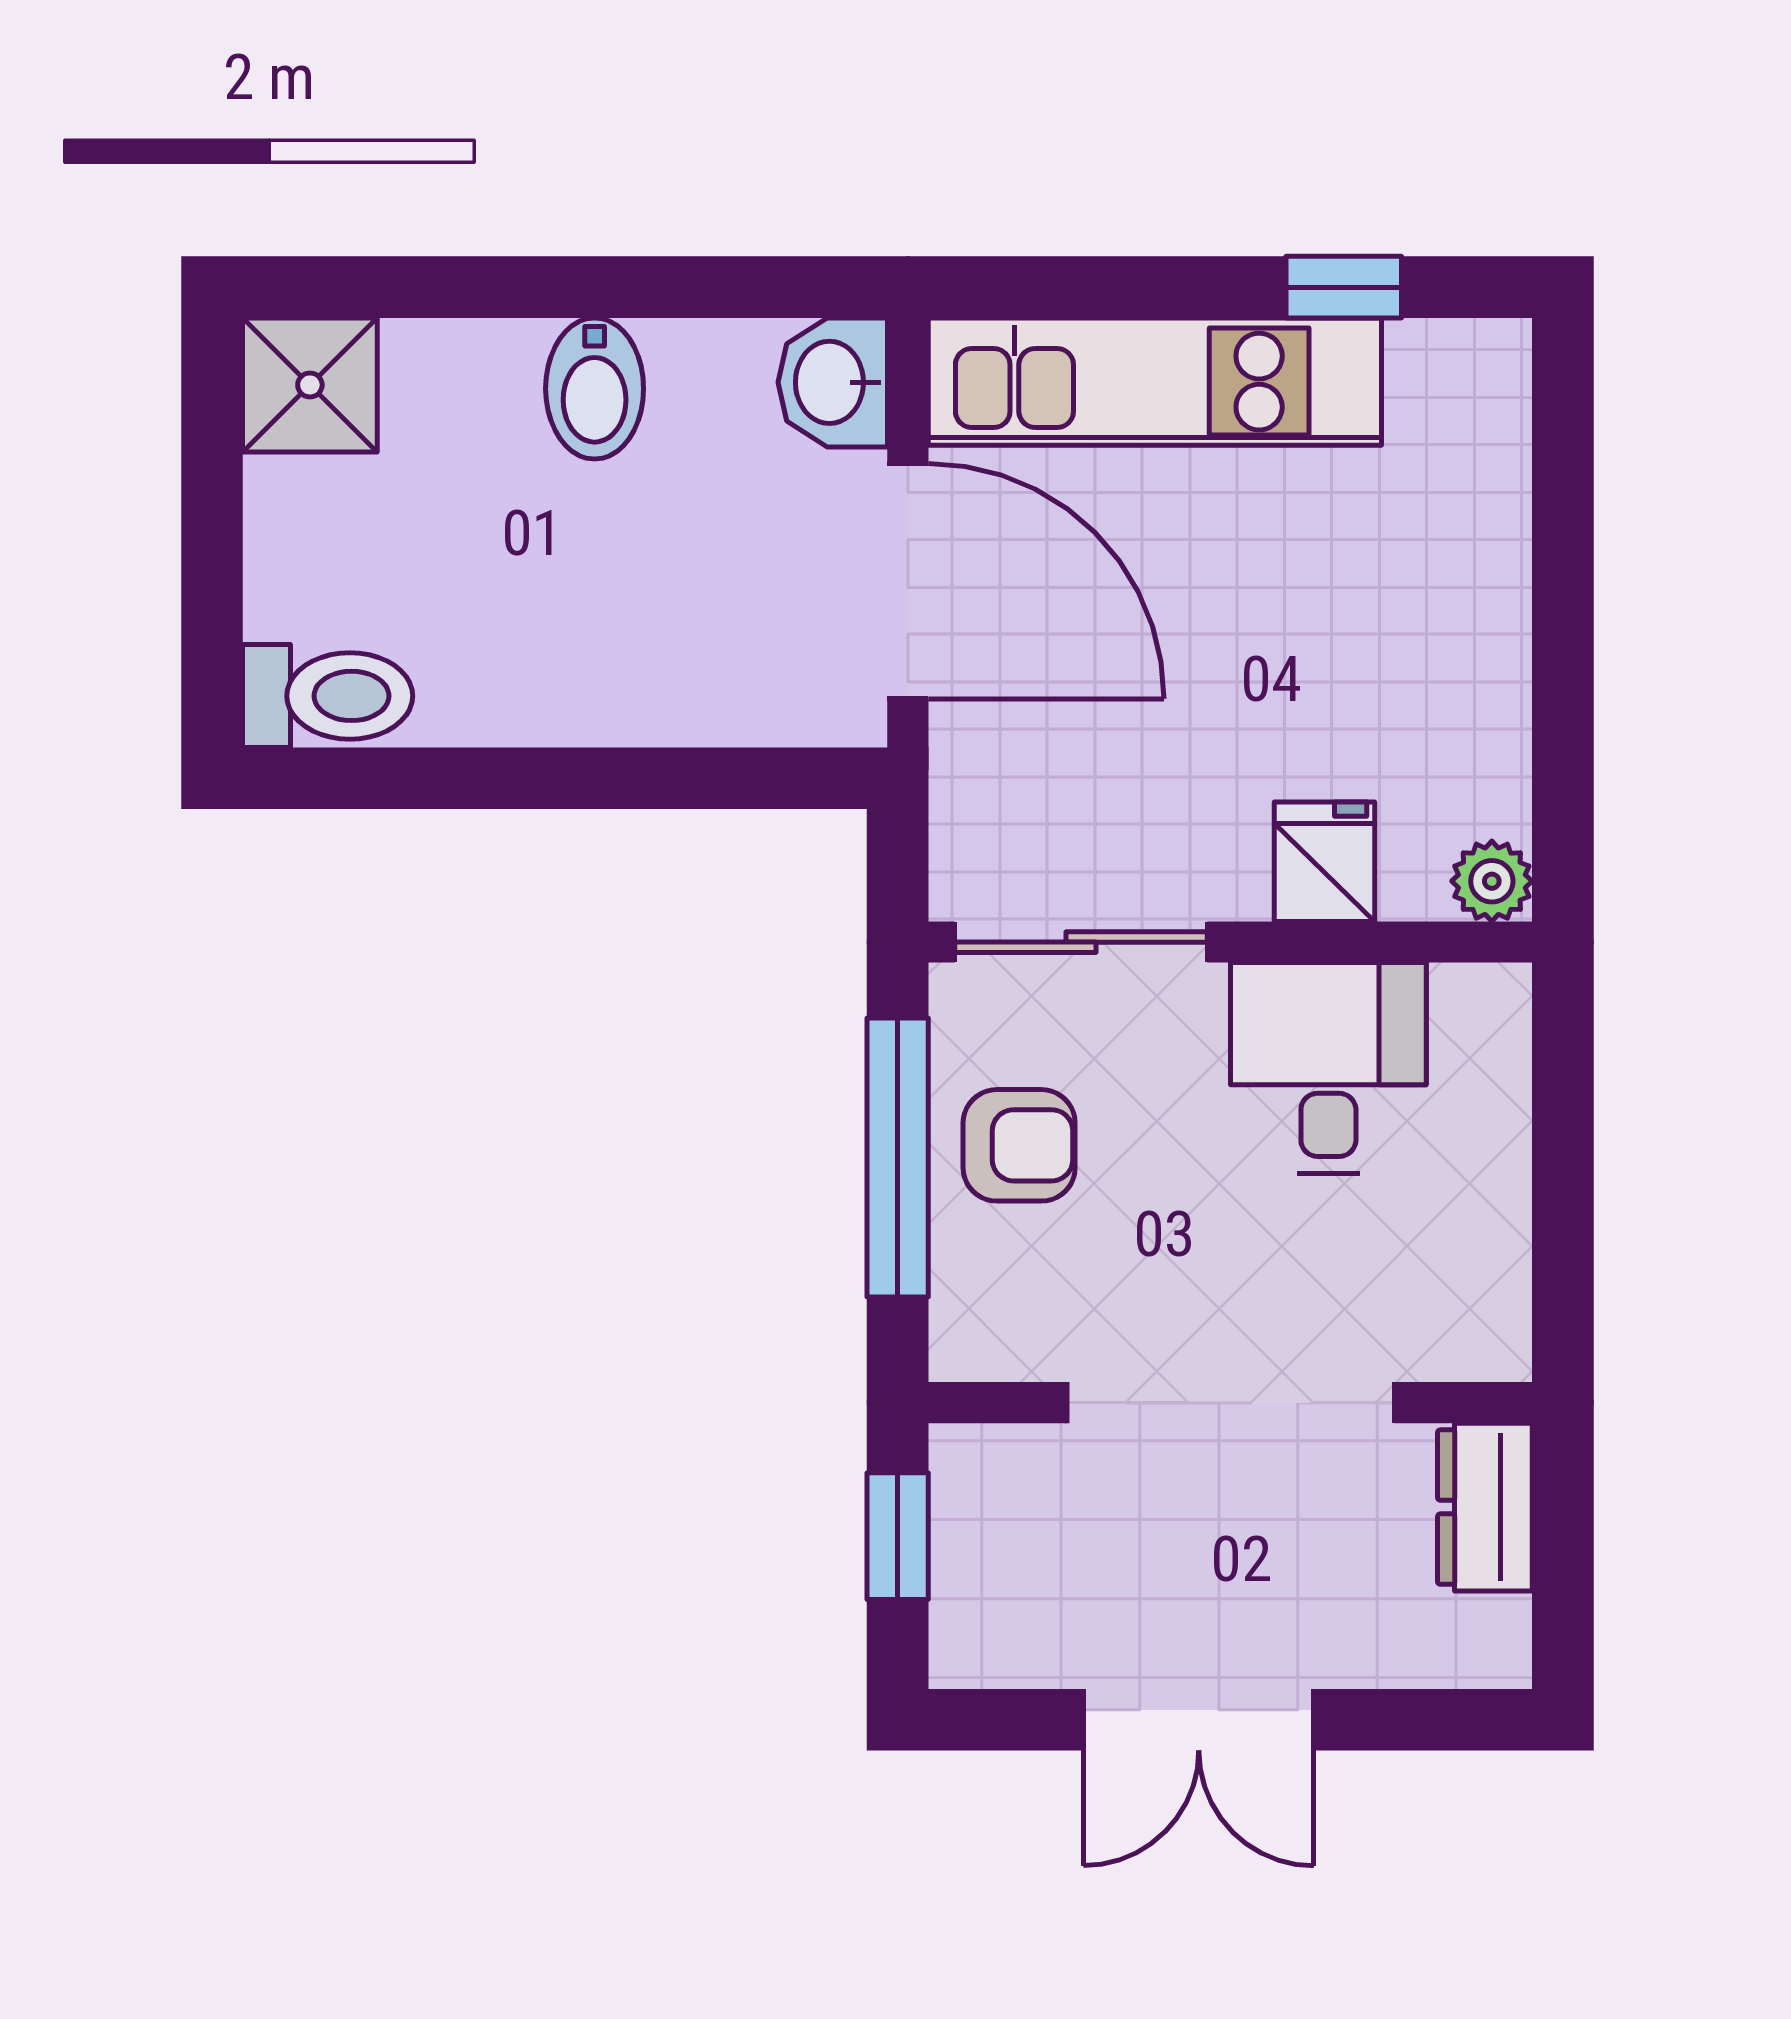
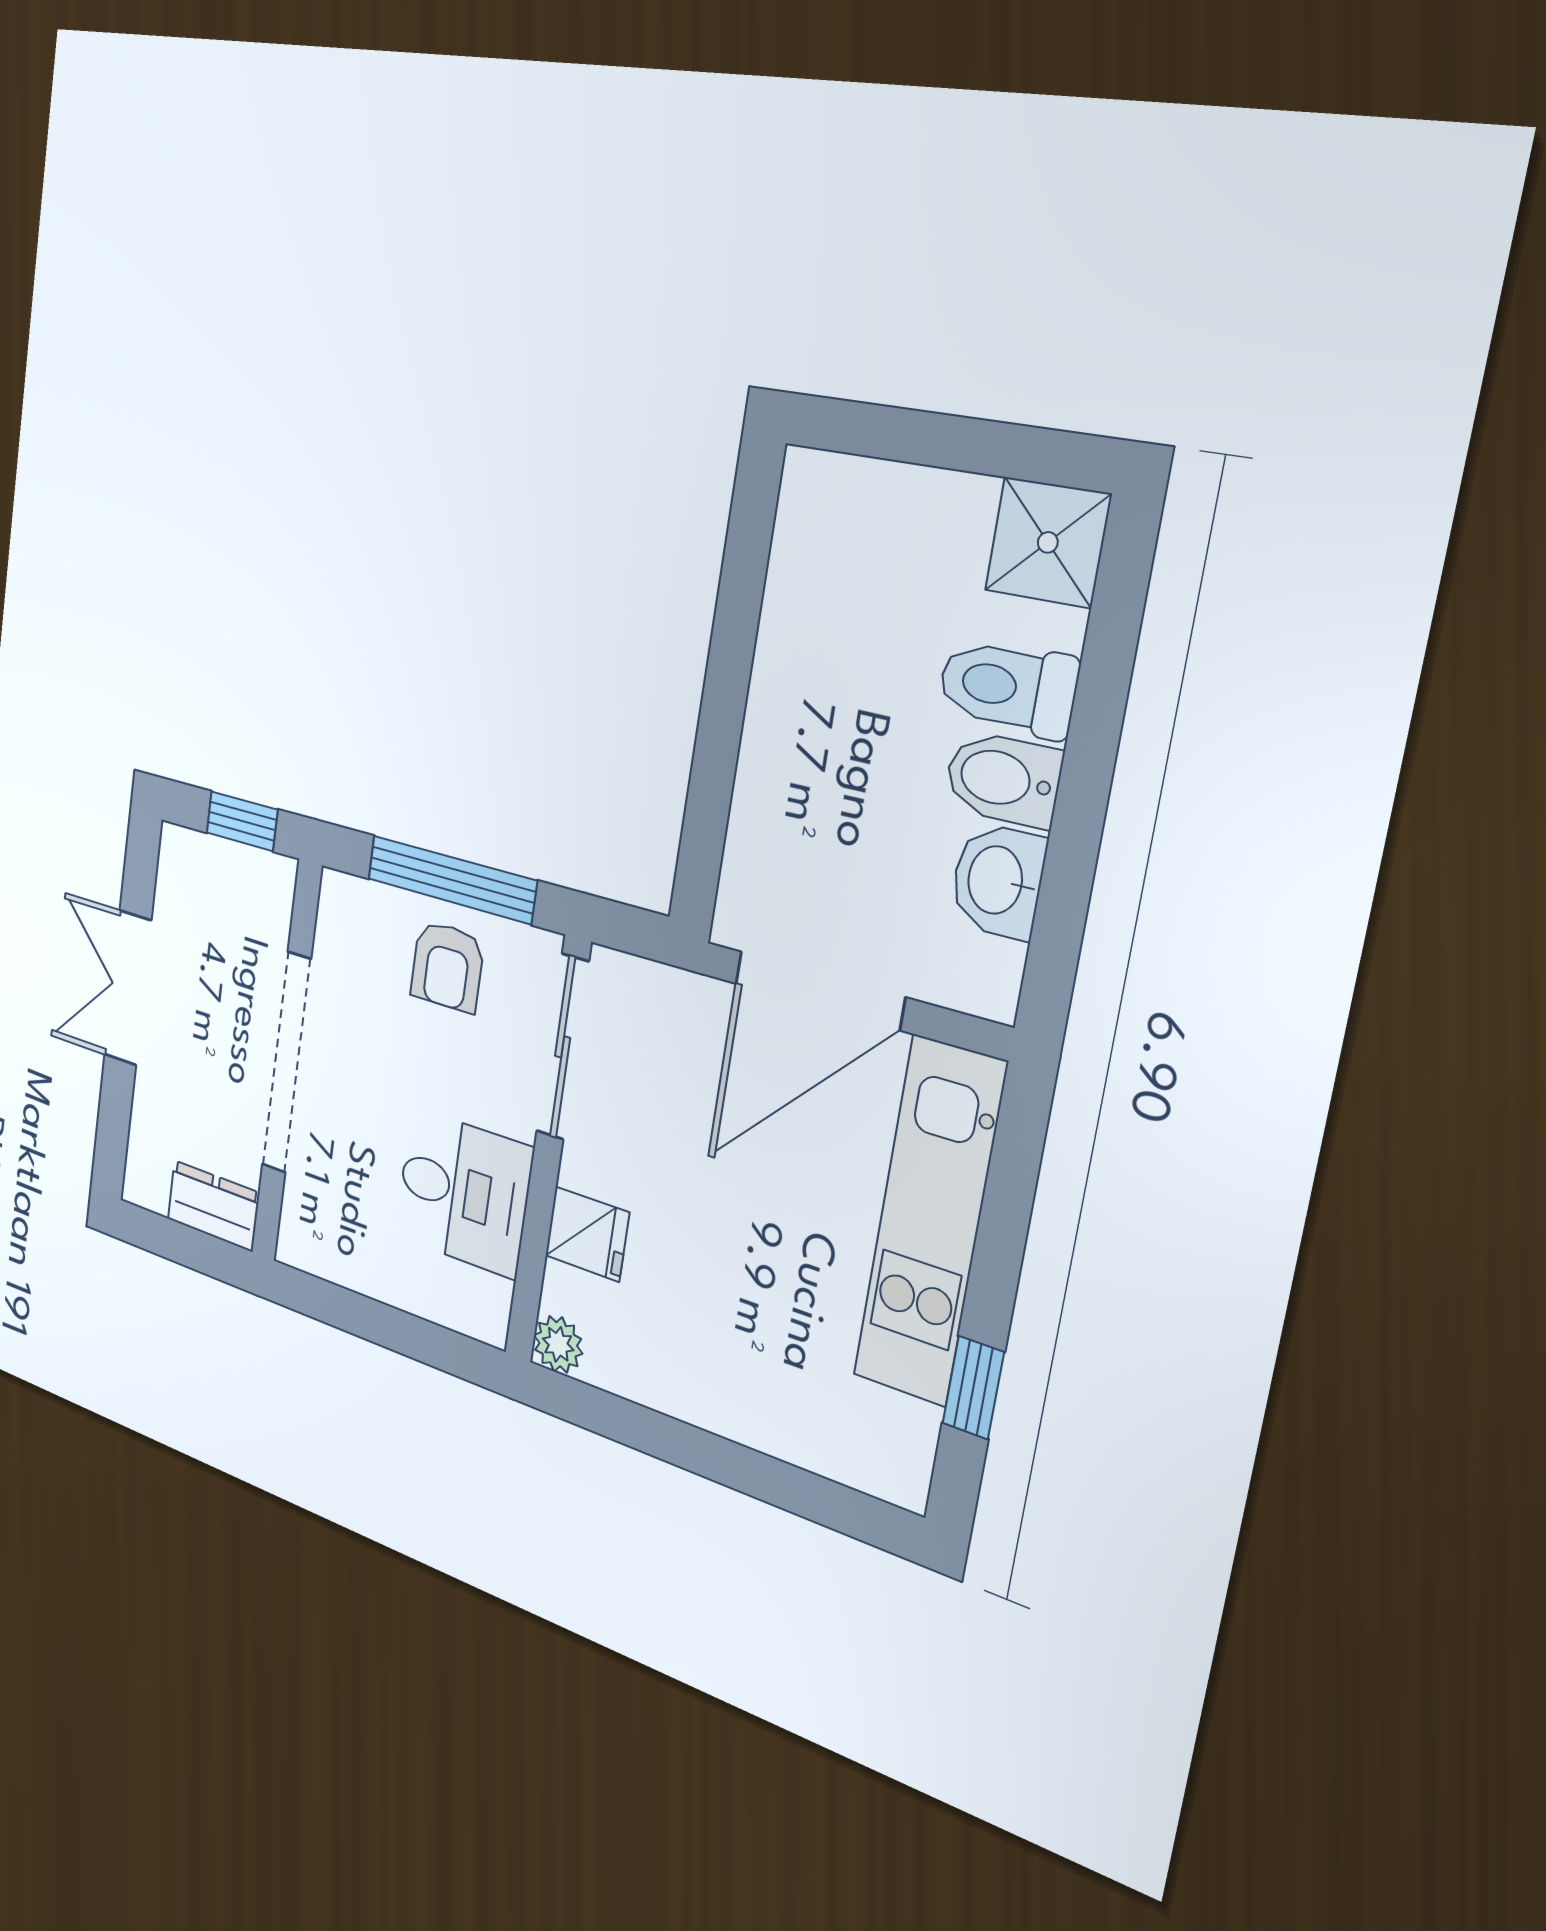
washbasin: (833, 382) -> (998, 881), moved, turned -90
toilet: (328, 696) -> (1008, 687), moved, turned 90

